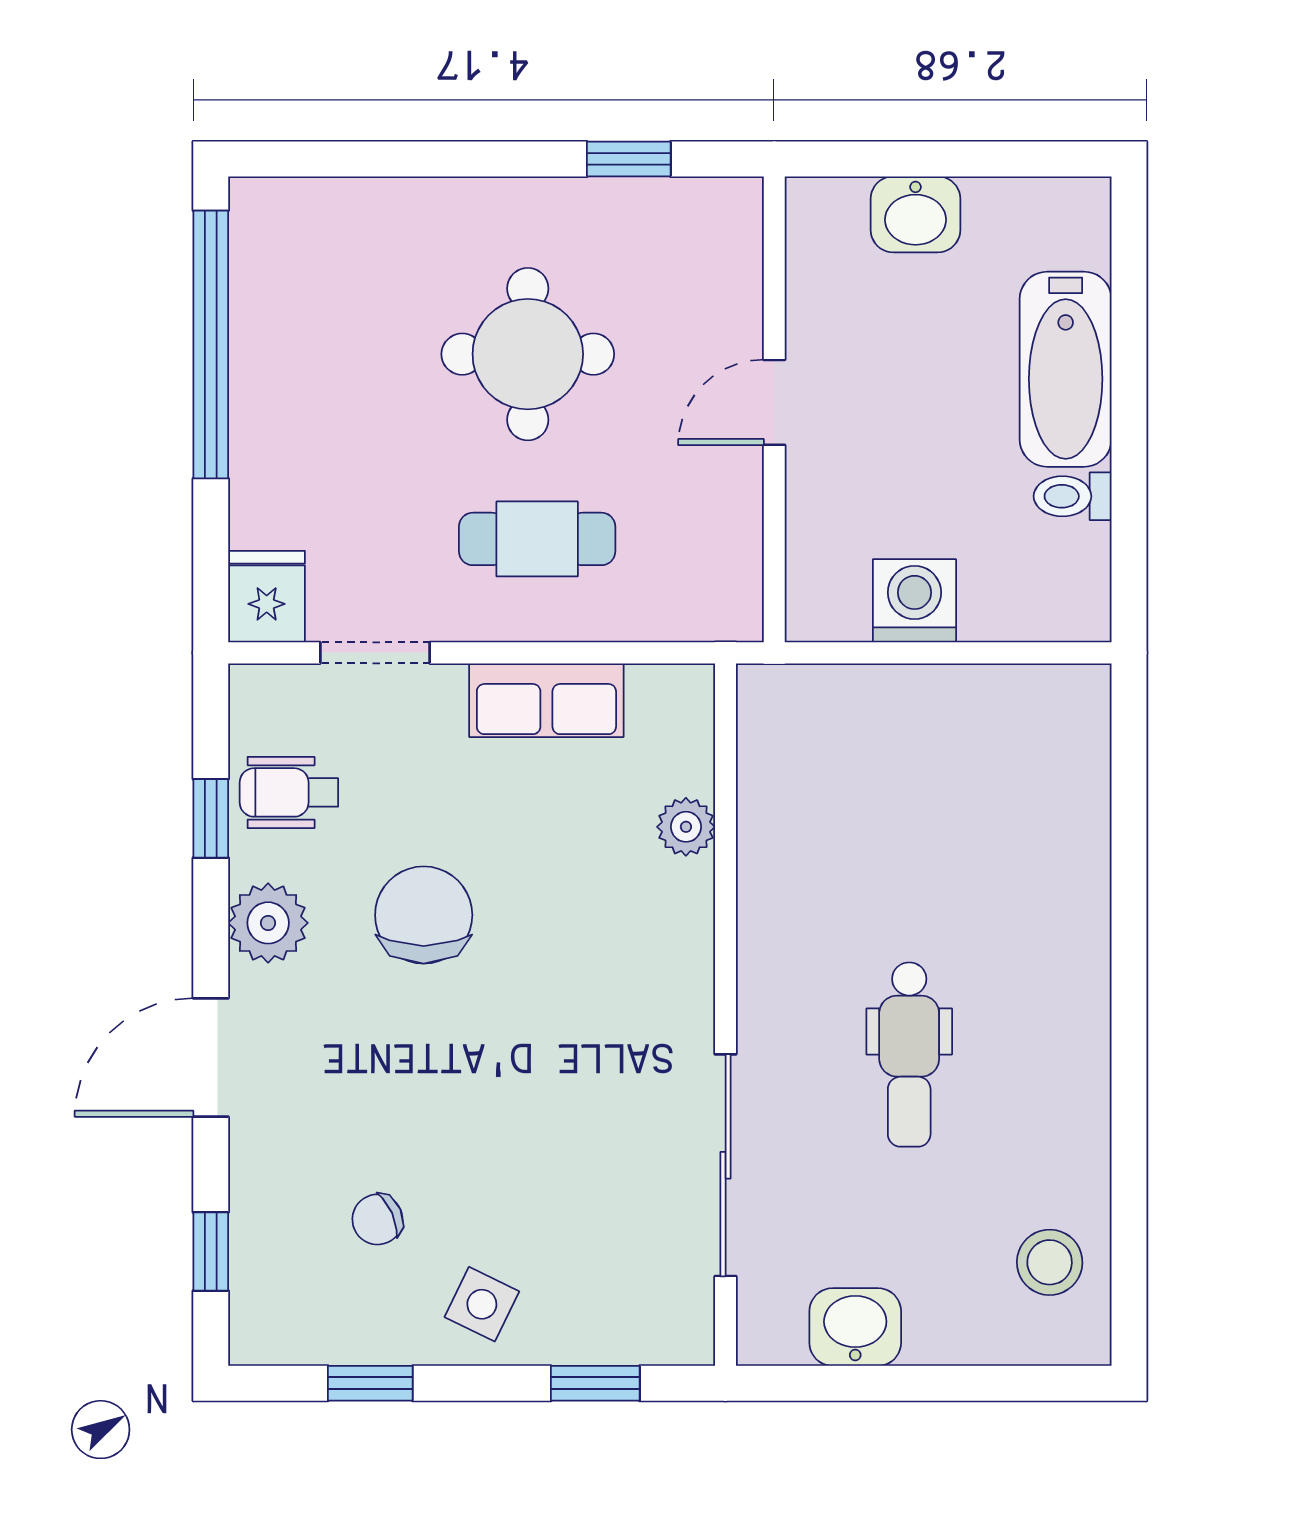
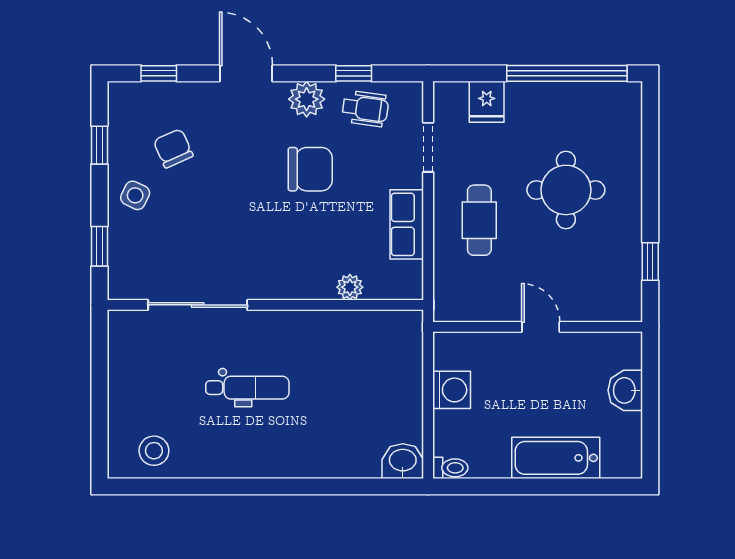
round table: (528, 354) -> (566, 190), moved
toilet: (1073, 496) -> (450, 468), moved, turned 90
fridge: (267, 597) -> (487, 102), moved, turned 90
wheelchair: (289, 792) -> (365, 109), turned 98
dental chair: (909, 1055) -> (247, 388), turned 180
chair: (377, 1219) -> (173, 148), width x1.37, depth x1.37
washbasin: (855, 1327) -> (403, 461), moved, turned -90

